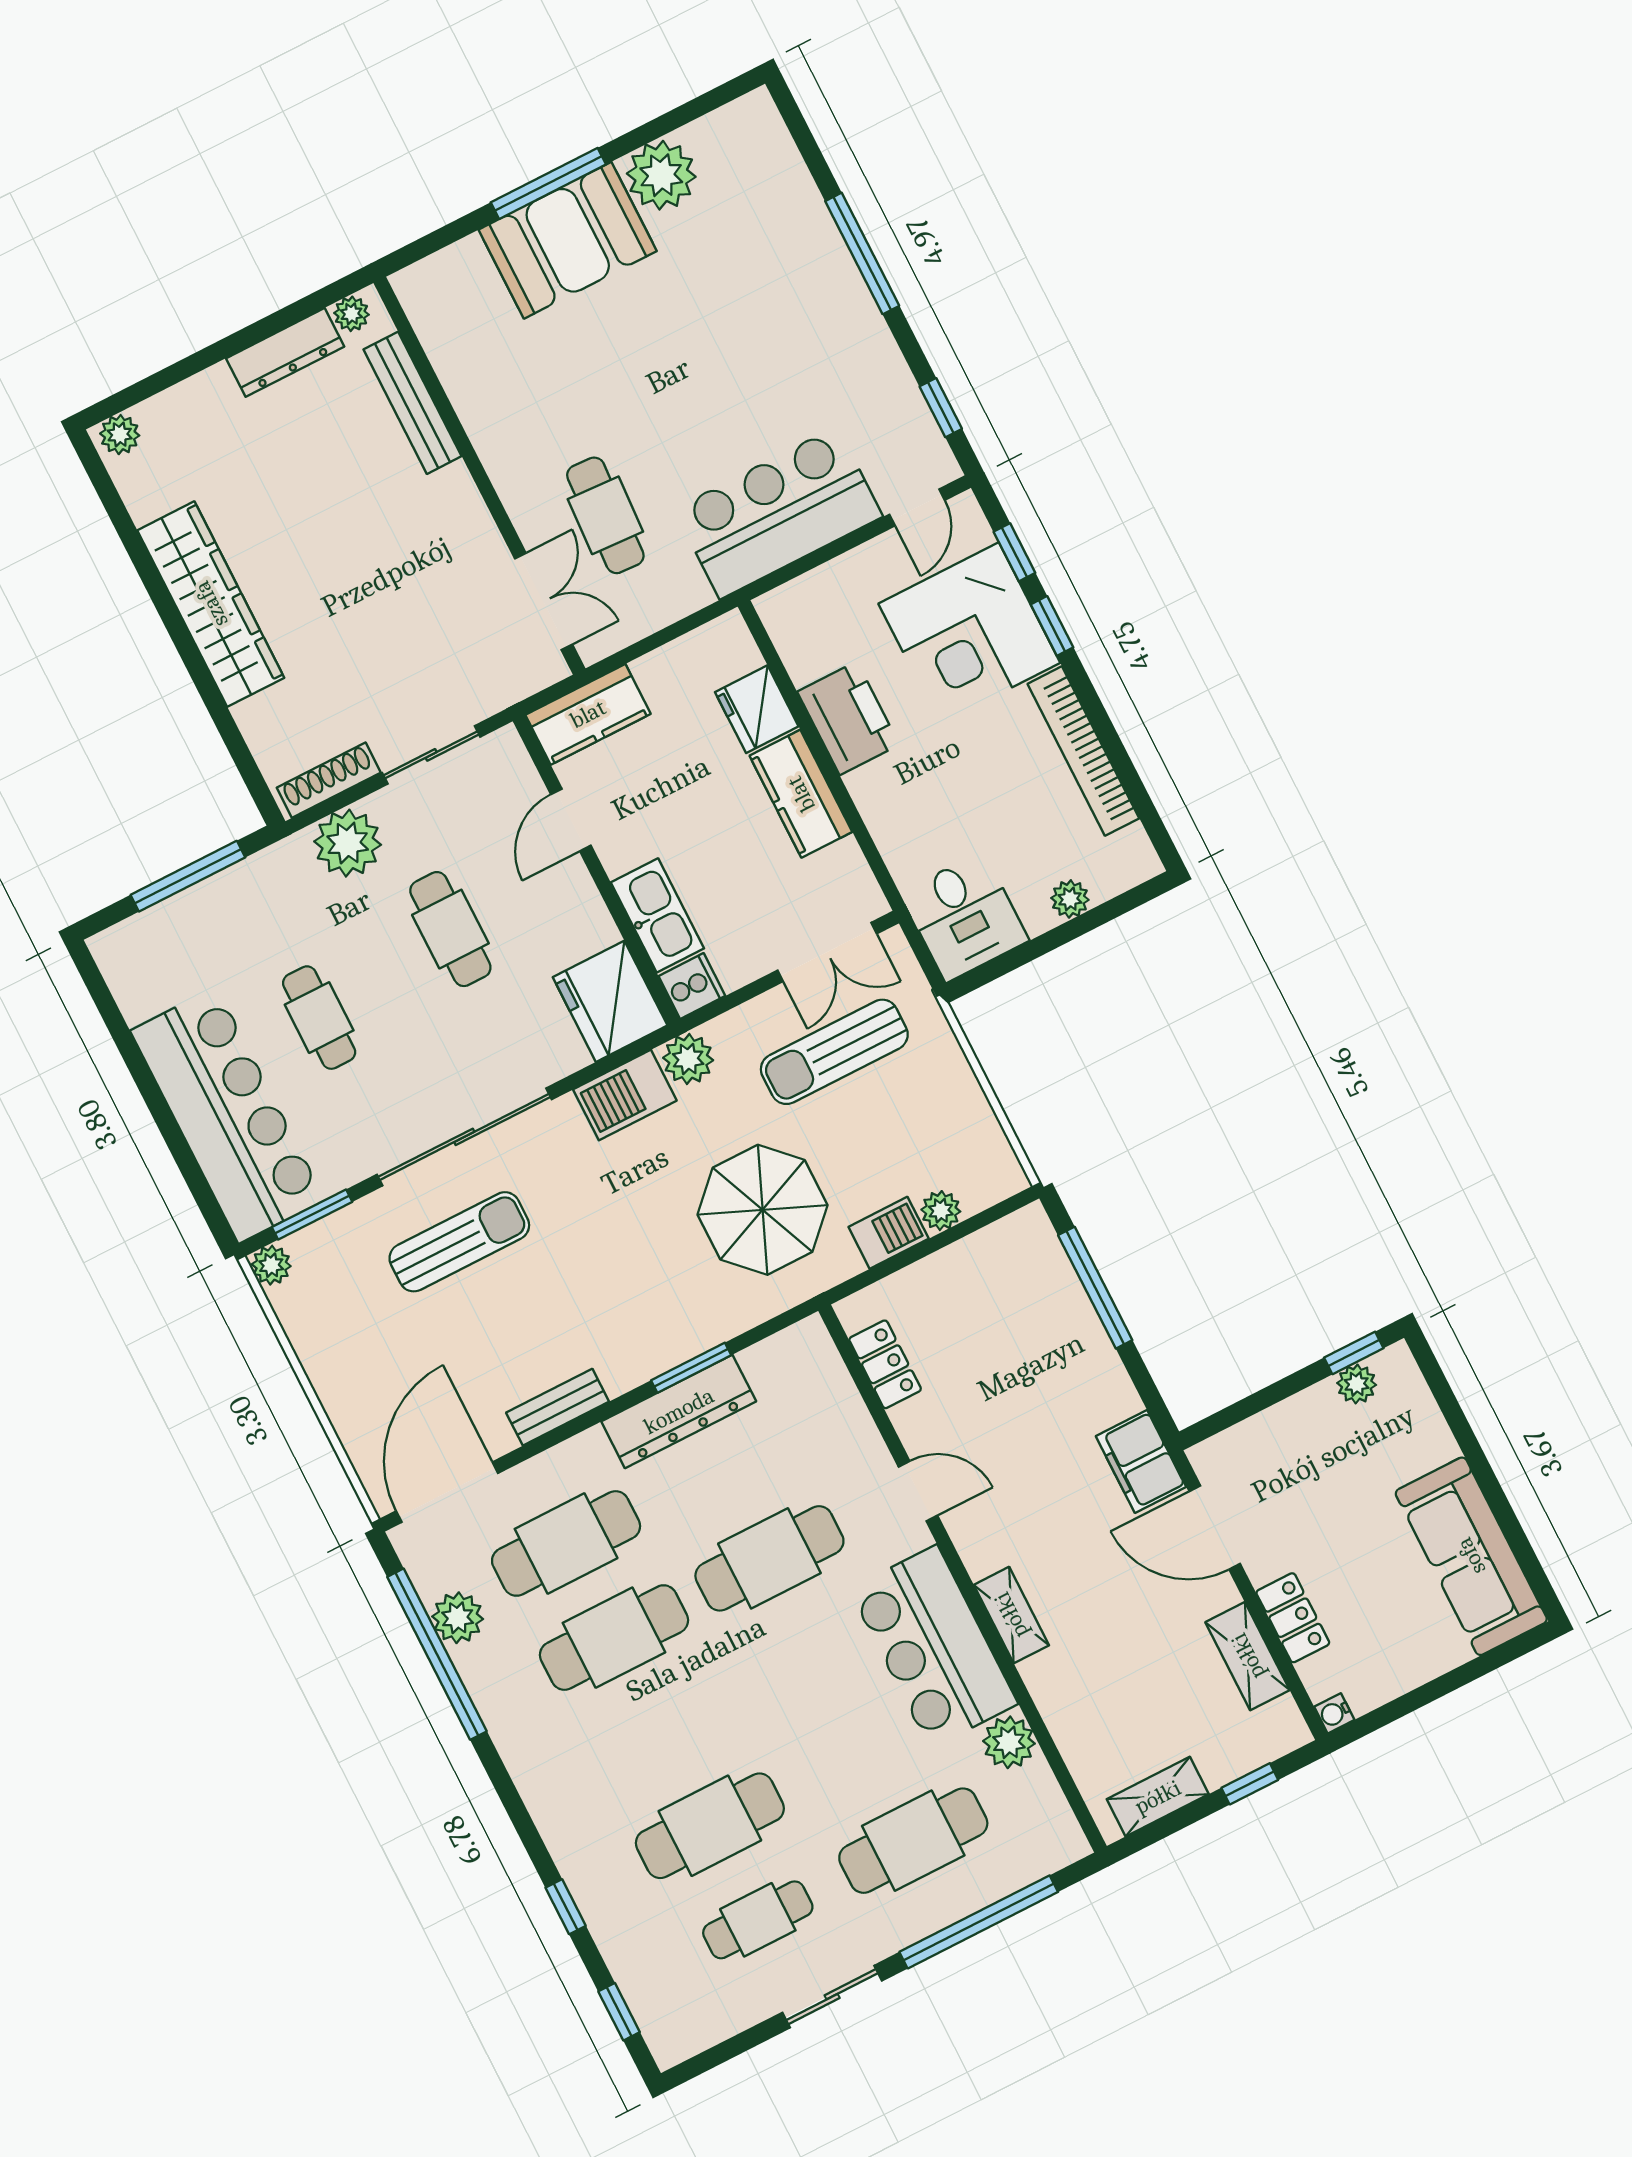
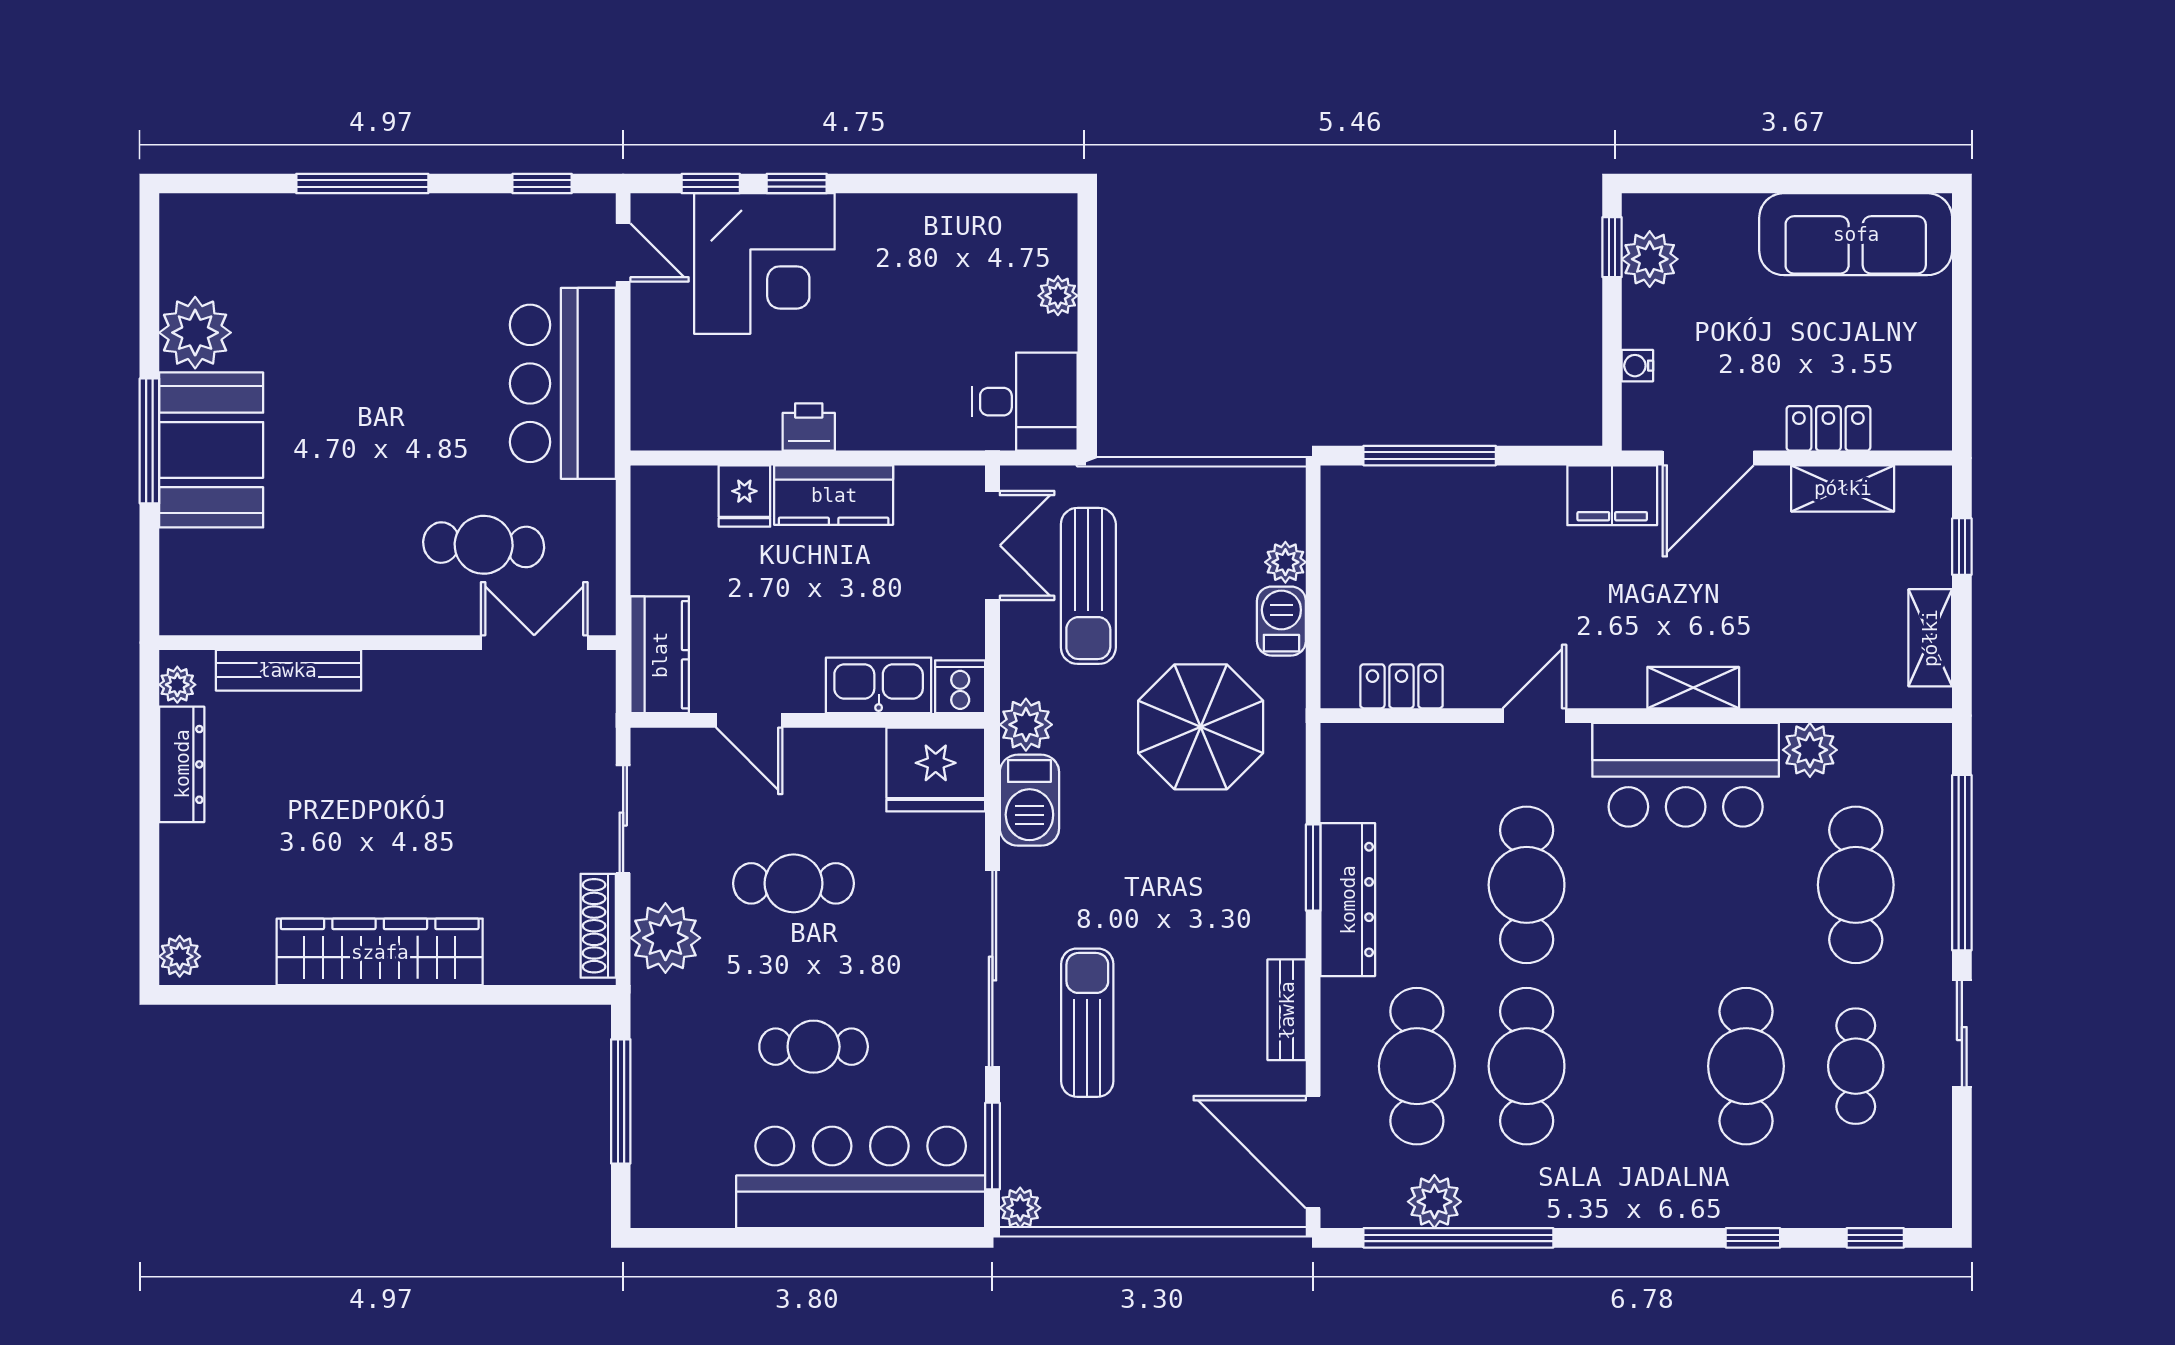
fridge: (757, 709) -> (744, 496), width x0.72
printer: (848, 718) -> (809, 427), width x0.53, depth x0.68
bookcase: (1083, 751) -> (927, 213), removed
plant: (1357, 1384) -> (1650, 259), width x1.38, depth x1.38
water cooler: (1334, 1713) -> (1637, 366), moved, turned 90

